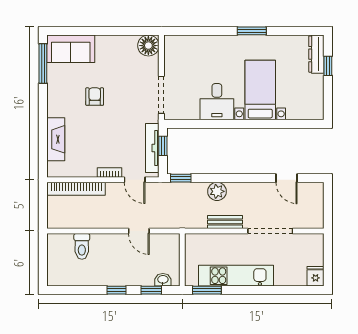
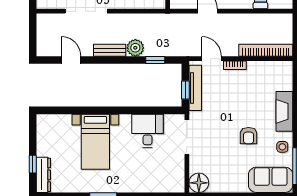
side table: (58, 84) -> (282, 147), added
desk: (217, 102) -> (148, 131), moved
fireplace: (56, 139) -> (284, 111), moved
window: (181, 178) -> (155, 60), moved
bench: (225, 222) -> (110, 50), moved

